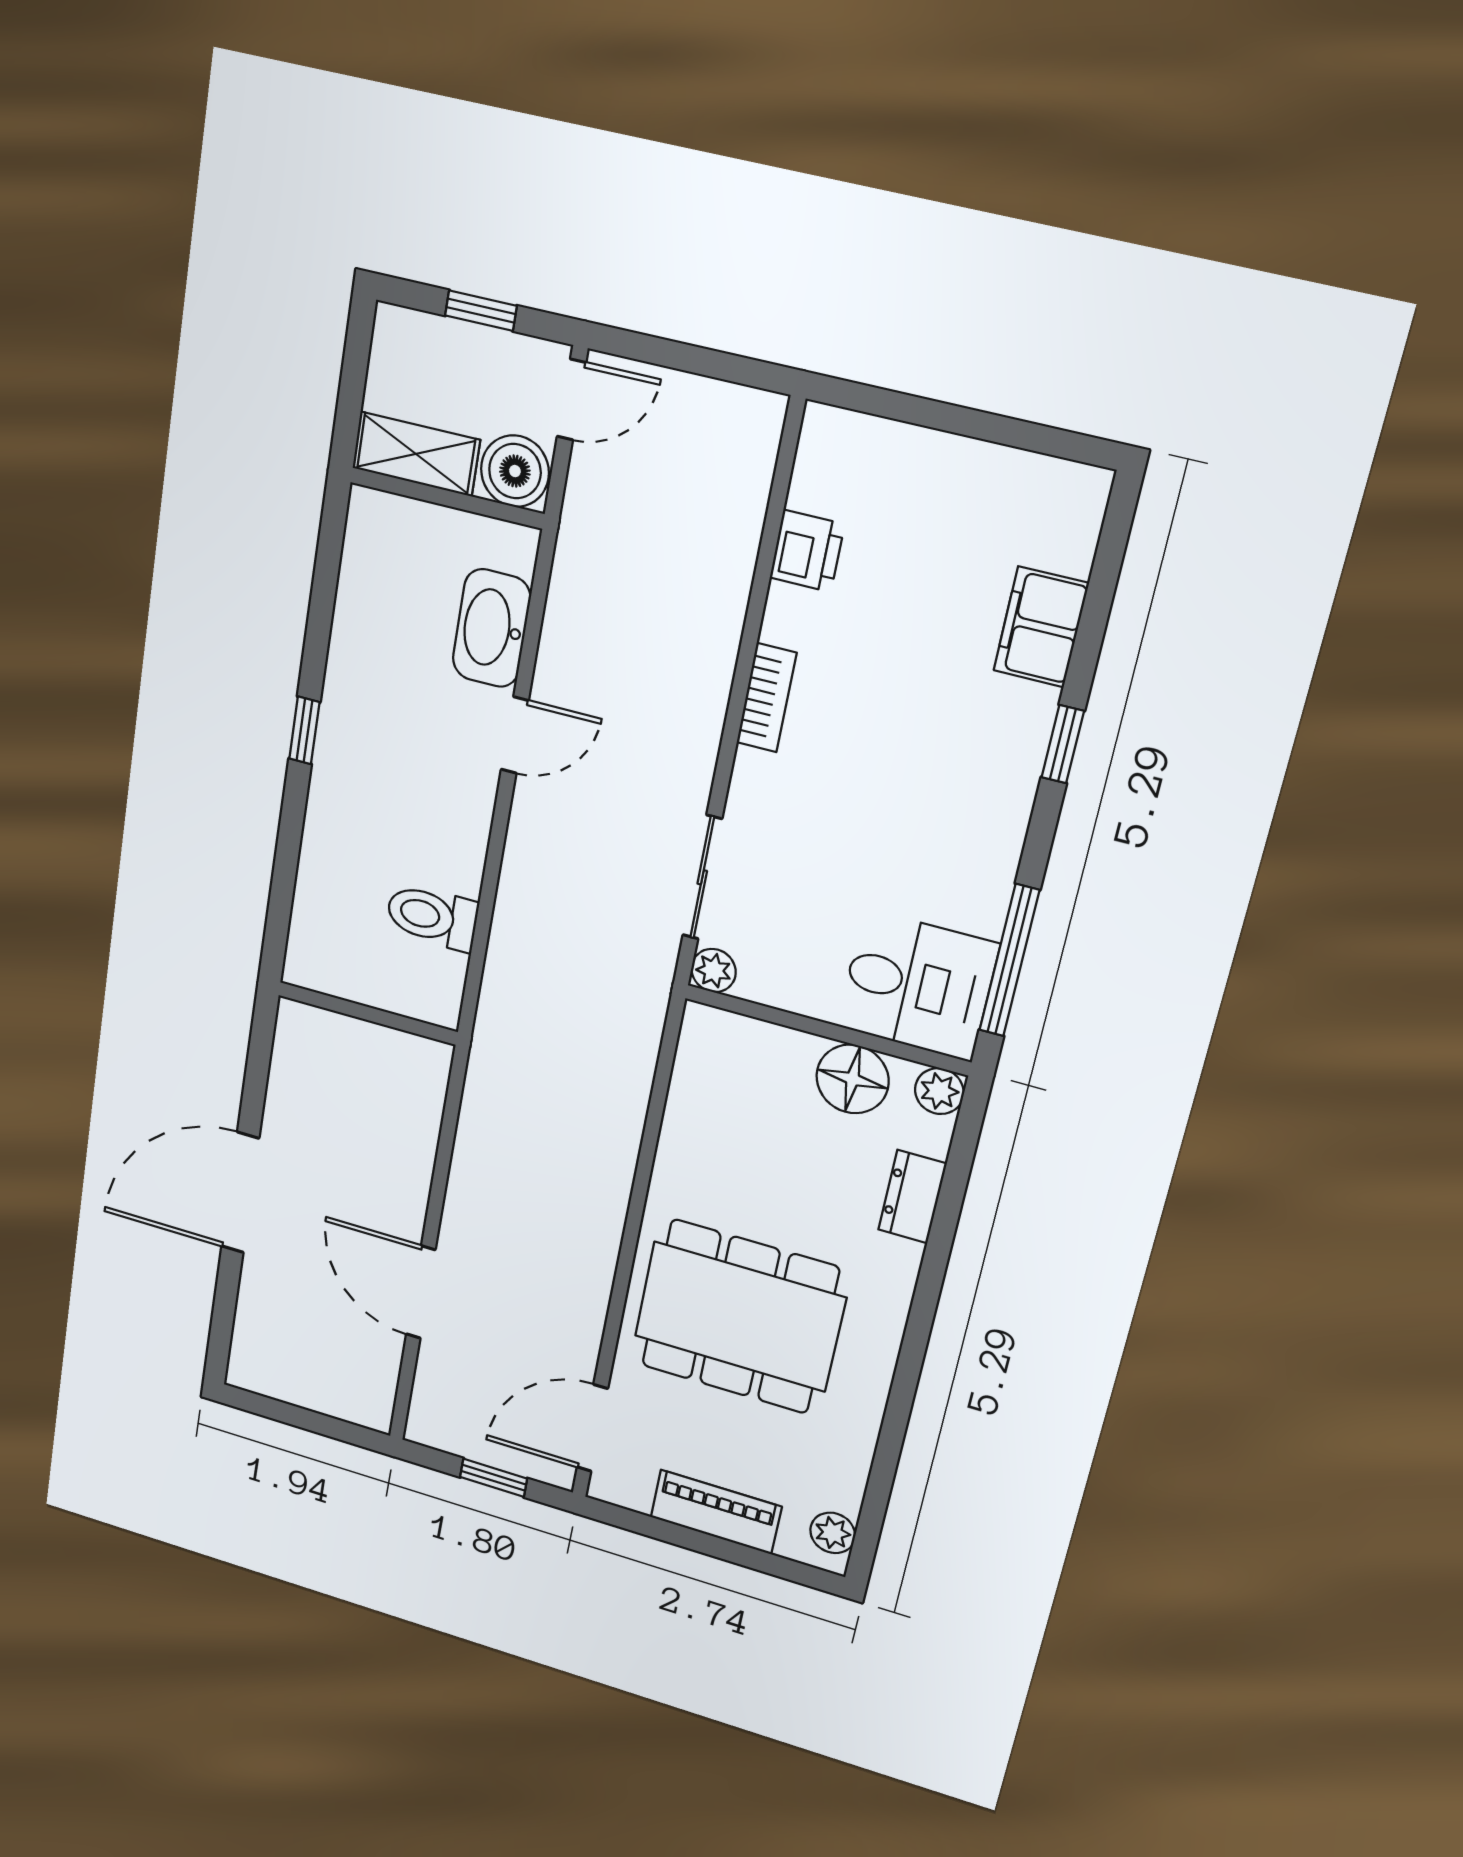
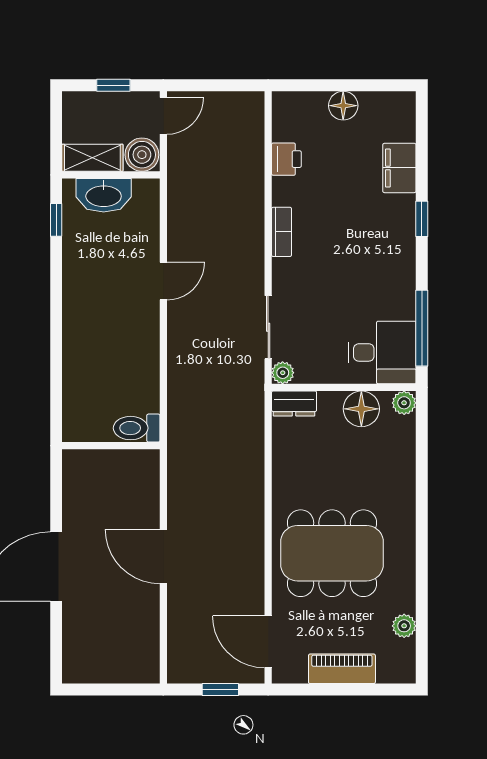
floor lamp: (951, 465) -> (343, 106), added
washbasin: (491, 628) -> (104, 195), moved, turned -90
window: (304, 730) -> (56, 220), moved
toilet: (432, 917) -> (137, 428), moved
dresser: (912, 1197) -> (294, 404), moved, turned -90
door: (421, 1292) -> (163, 557), moved
door: (592, 1428) -> (268, 642), hinge flipped
plant: (833, 1533) -> (404, 626), moved

